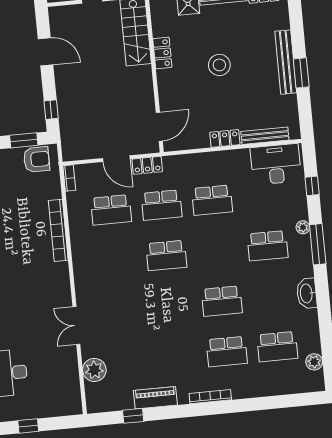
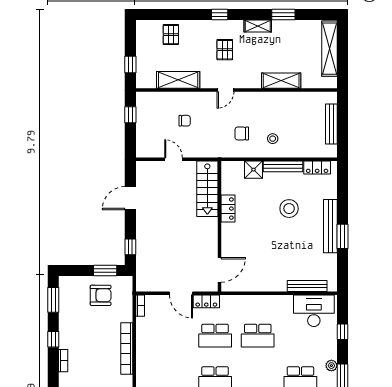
door: (45, 52) -> (130, 198), swing flipped
stool: (219, 65) -> (289, 209), moved
locker: (225, 138) -> (273, 285), removed
armchair: (37, 159) -> (101, 295), moved
school desk: (111, 210) -> (172, 336), removed

